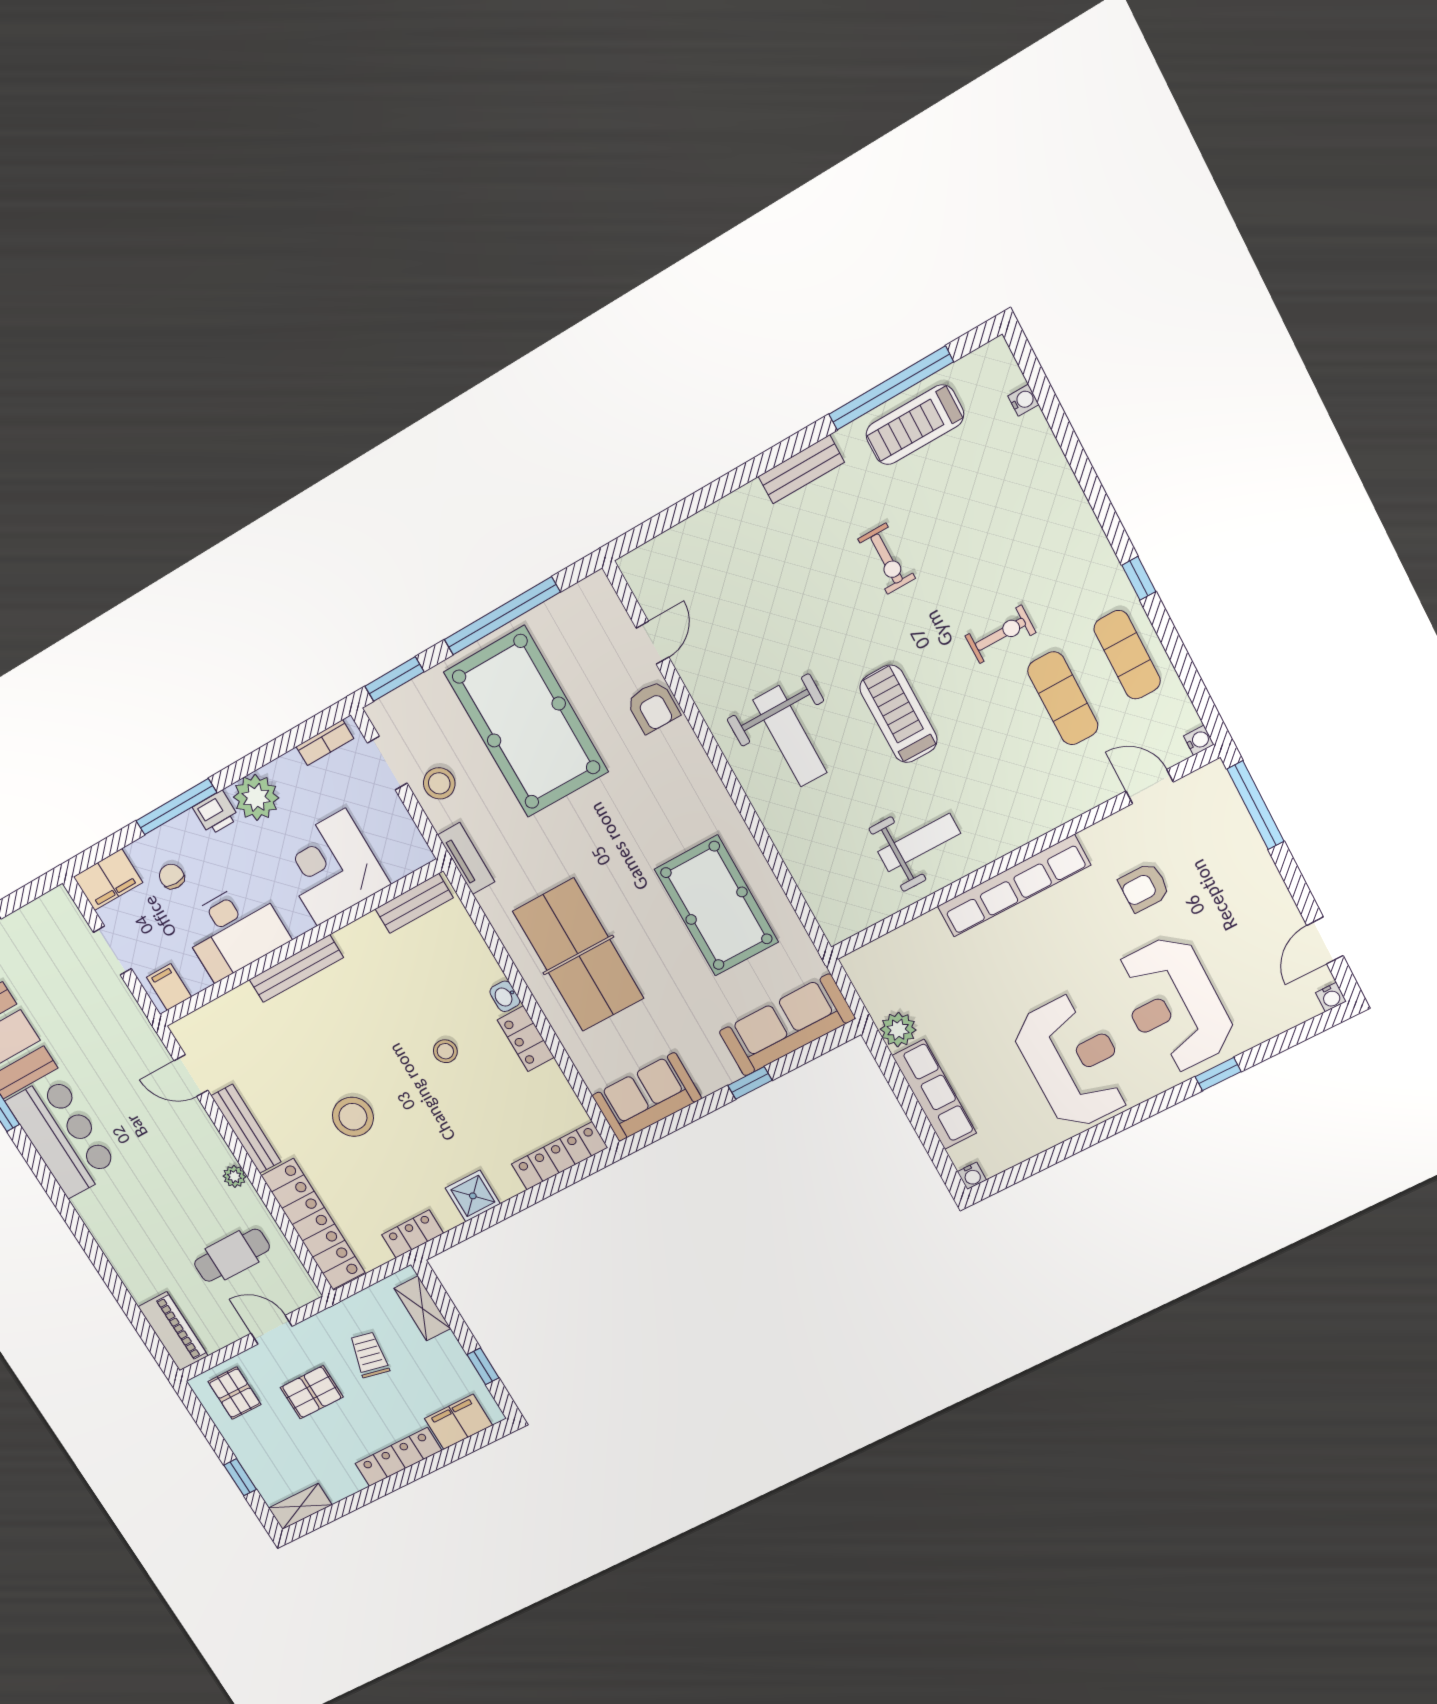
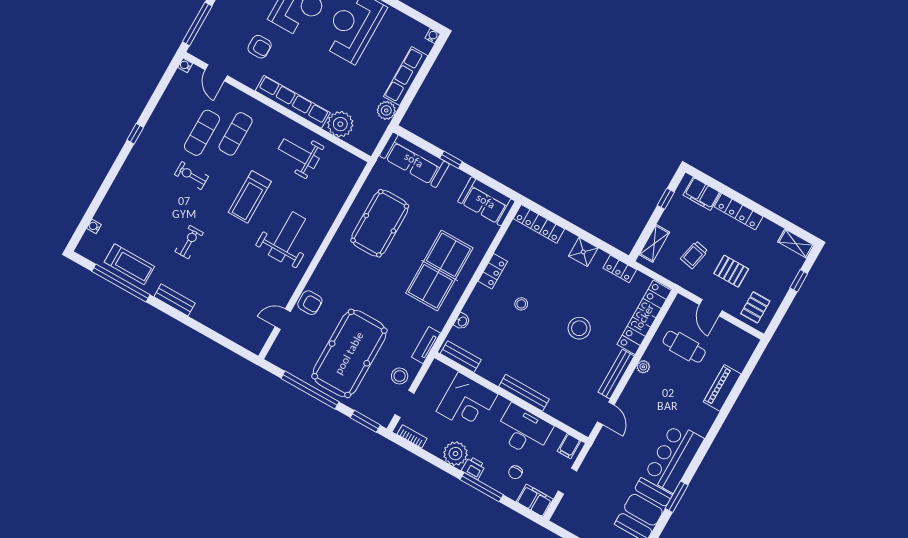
exercise mat: (1127, 655) -> (236, 134), moved
armchair: (653, 707) -> (310, 303), turned 90
plant: (924, 942) -> (340, 124), added
washbasin: (505, 996) -> (462, 321), moved
piano: (173, 1331) -> (722, 388), moved

